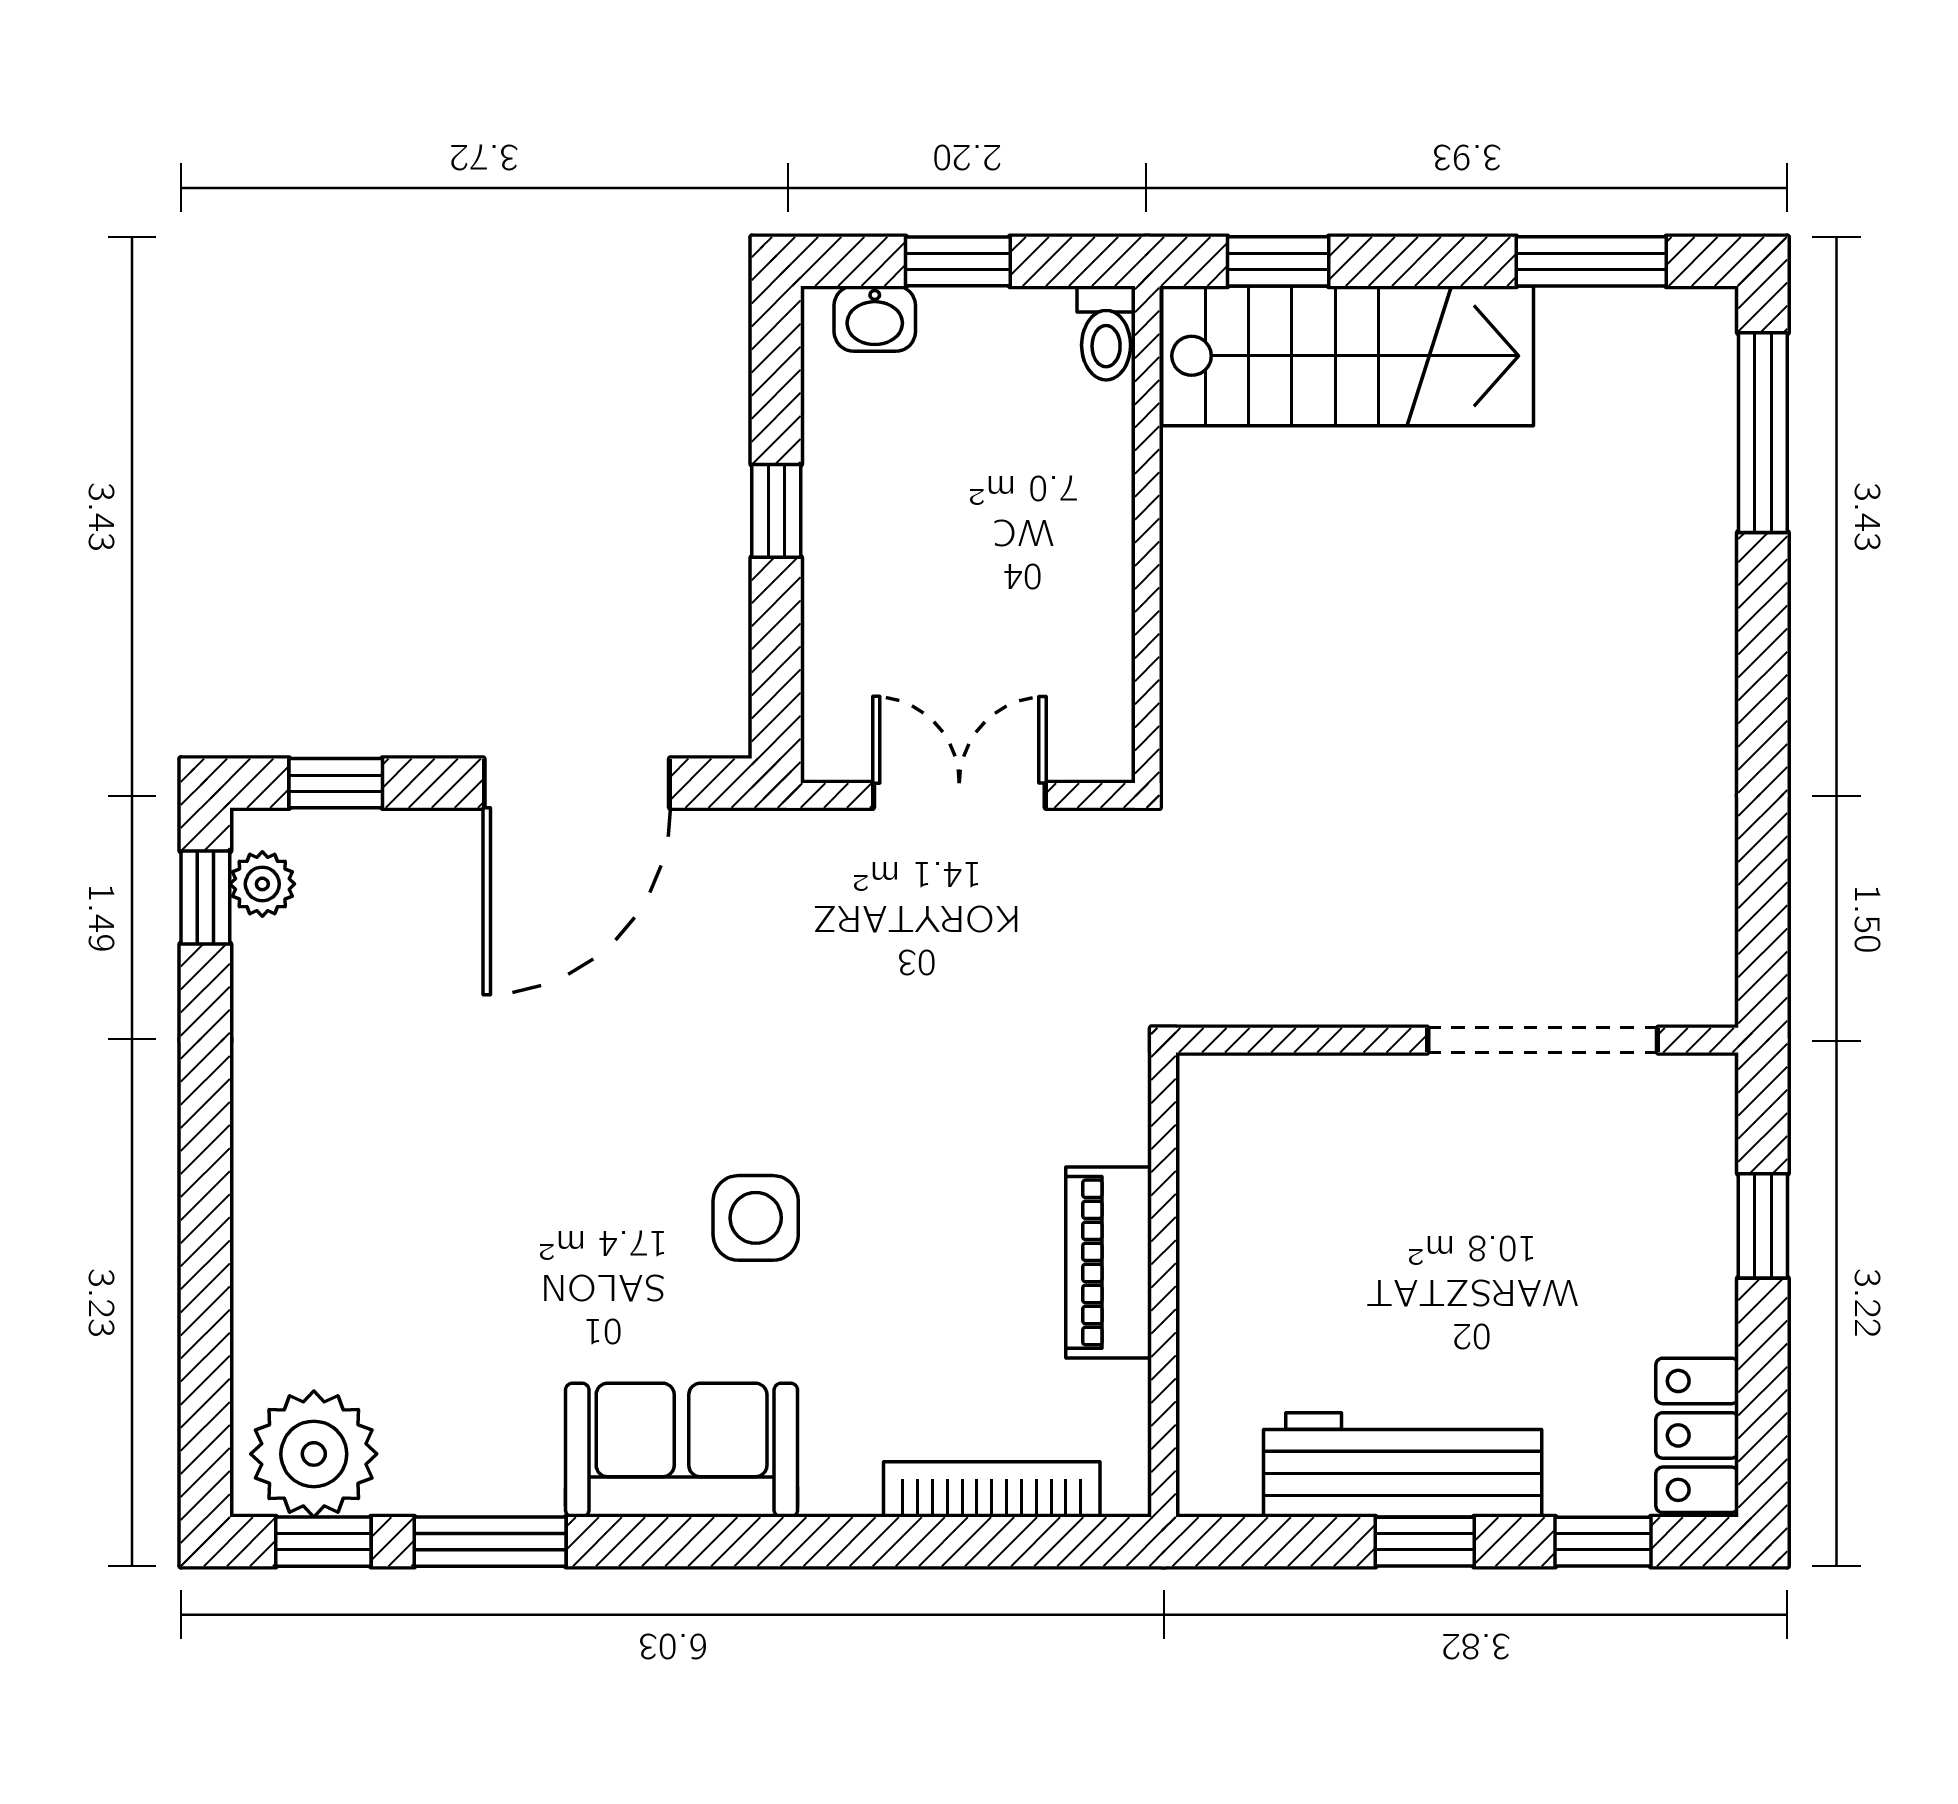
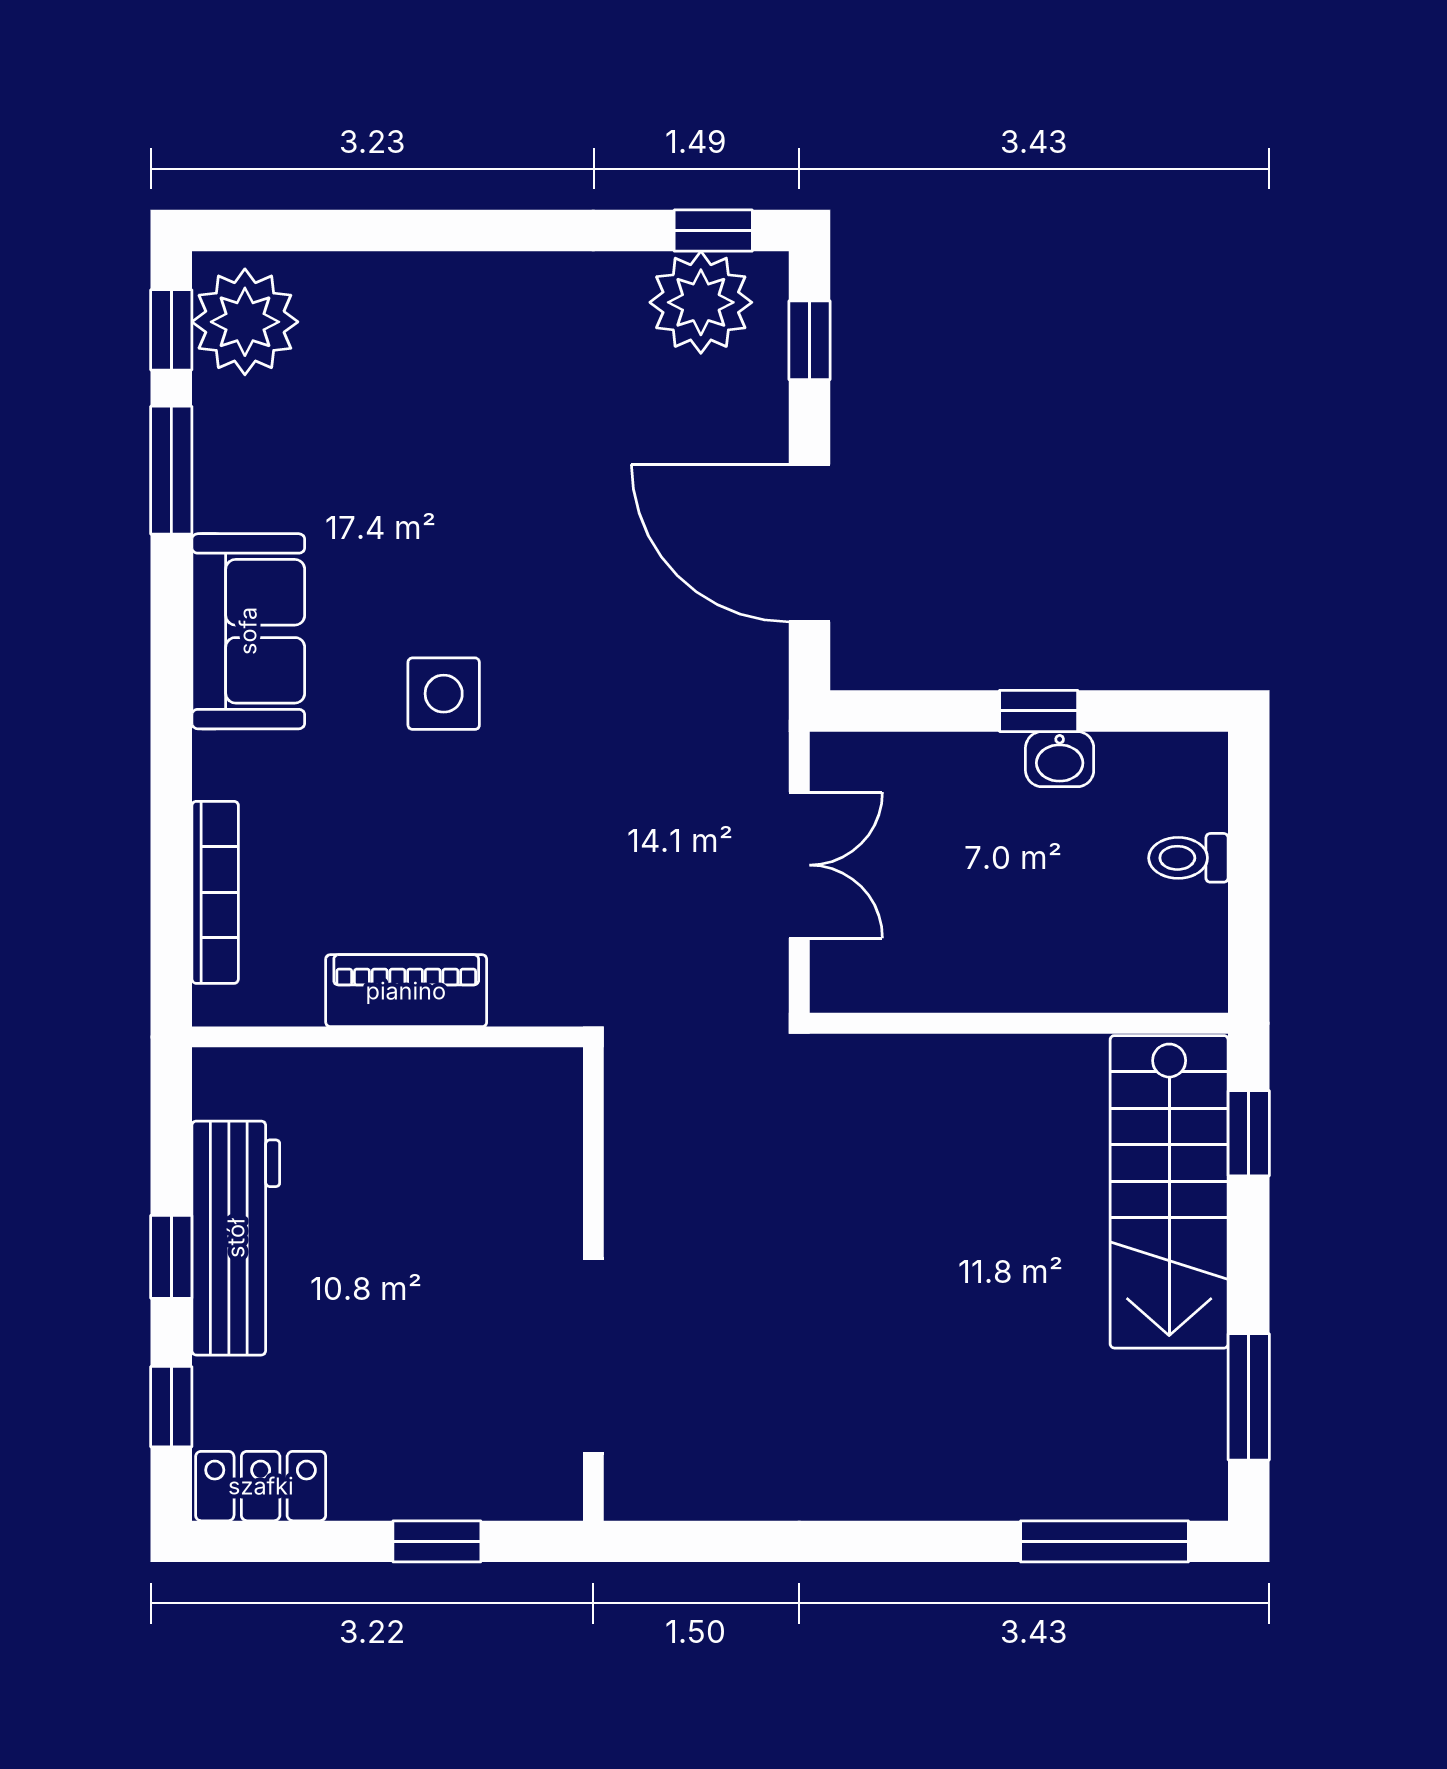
window: (958, 261) -> (1249, 864), removed
washbasin: (875, 319) -> (1060, 759), moved, turned -90
toilet: (1106, 333) -> (1188, 858), moved
plant: (262, 884) -> (701, 302), width x1.87, depth x1.87

